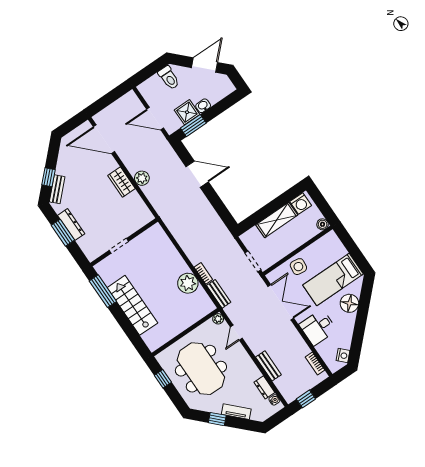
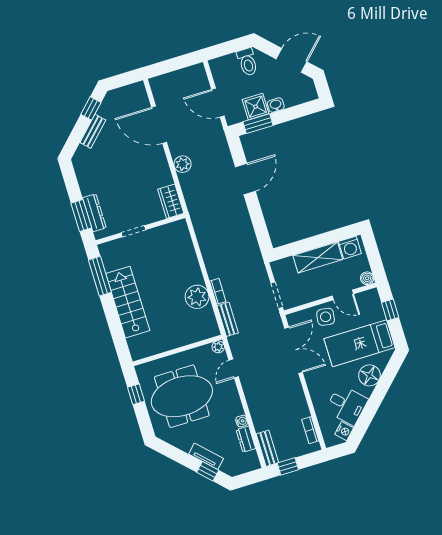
door: (104, 139) -> (159, 125), moved
door: (197, 174) -> (245, 179), hinge flipped
window: (48, 177) -> (91, 108), moved
wardrobe: (121, 182) -> (171, 201), moved
bench: (57, 189) -> (93, 131), moved
dresser: (71, 225) -> (94, 213), moved
window: (63, 233) -> (81, 215), moved
door: (307, 244) -> (343, 295), added
window: (350, 244) -> (390, 310), added
desk: (318, 327) -> (347, 405), moved, turned -135
bench: (268, 366) -> (267, 448), moved
meeting table: (201, 369) -> (182, 396), turned 90
water cooler: (274, 400) -> (242, 421), moved
window: (217, 419) -> (208, 471), moved

